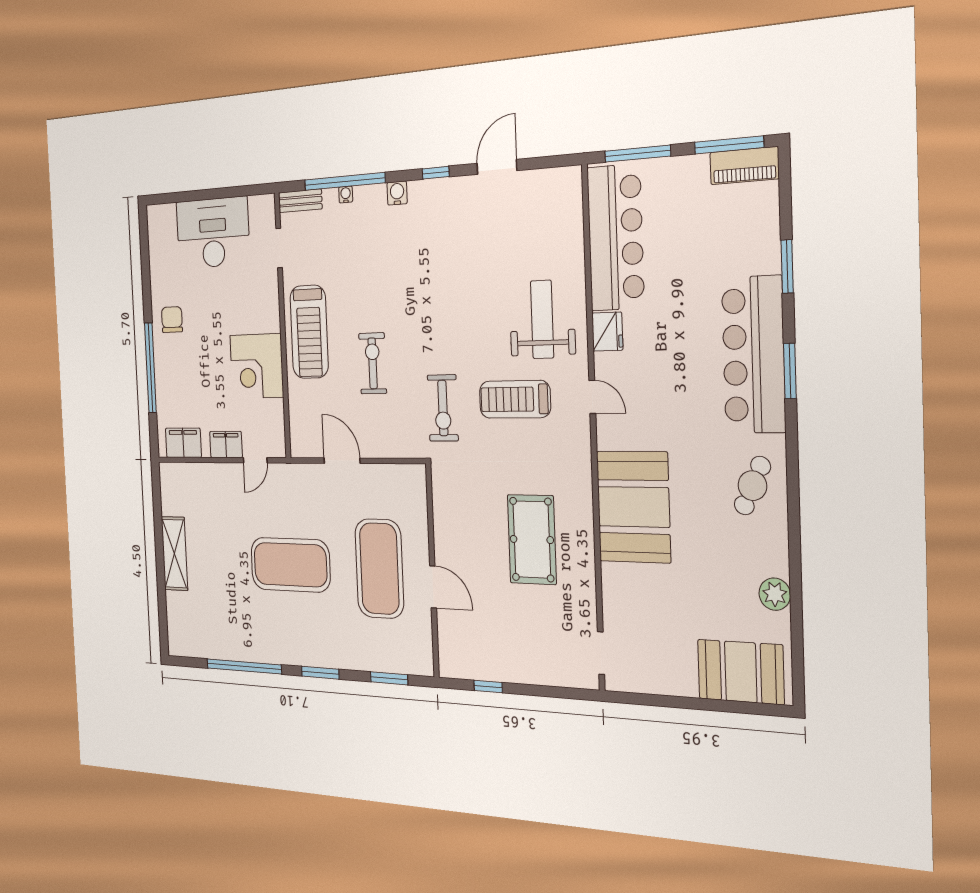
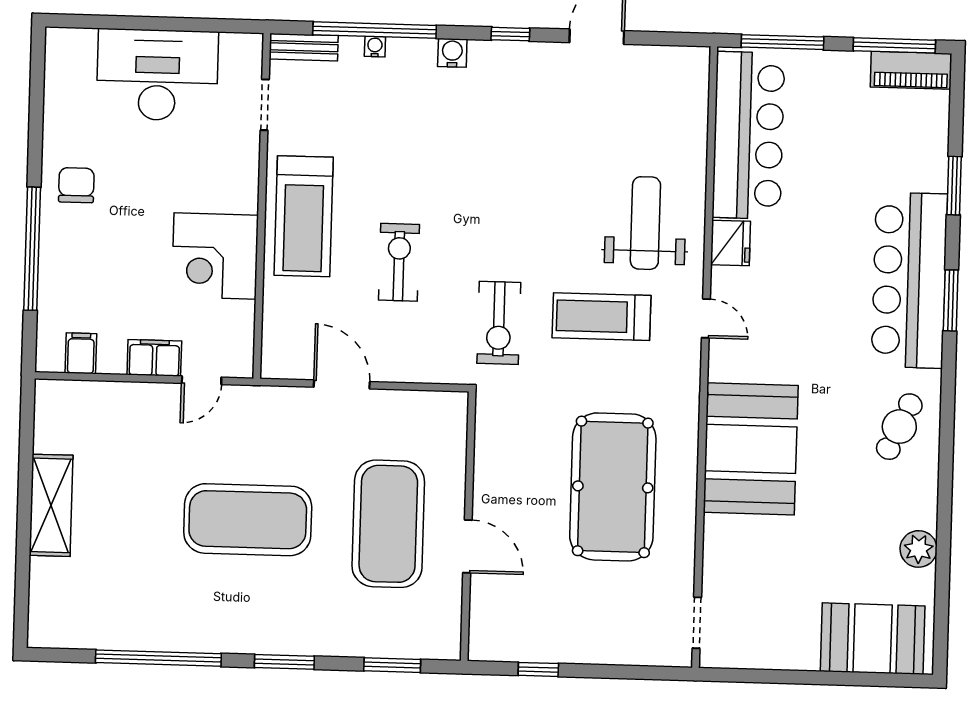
filing cabinet: (183, 443) -> (81, 353), width x0.50
pool table: (532, 540) -> (613, 487), width x1.36, depth x1.32

